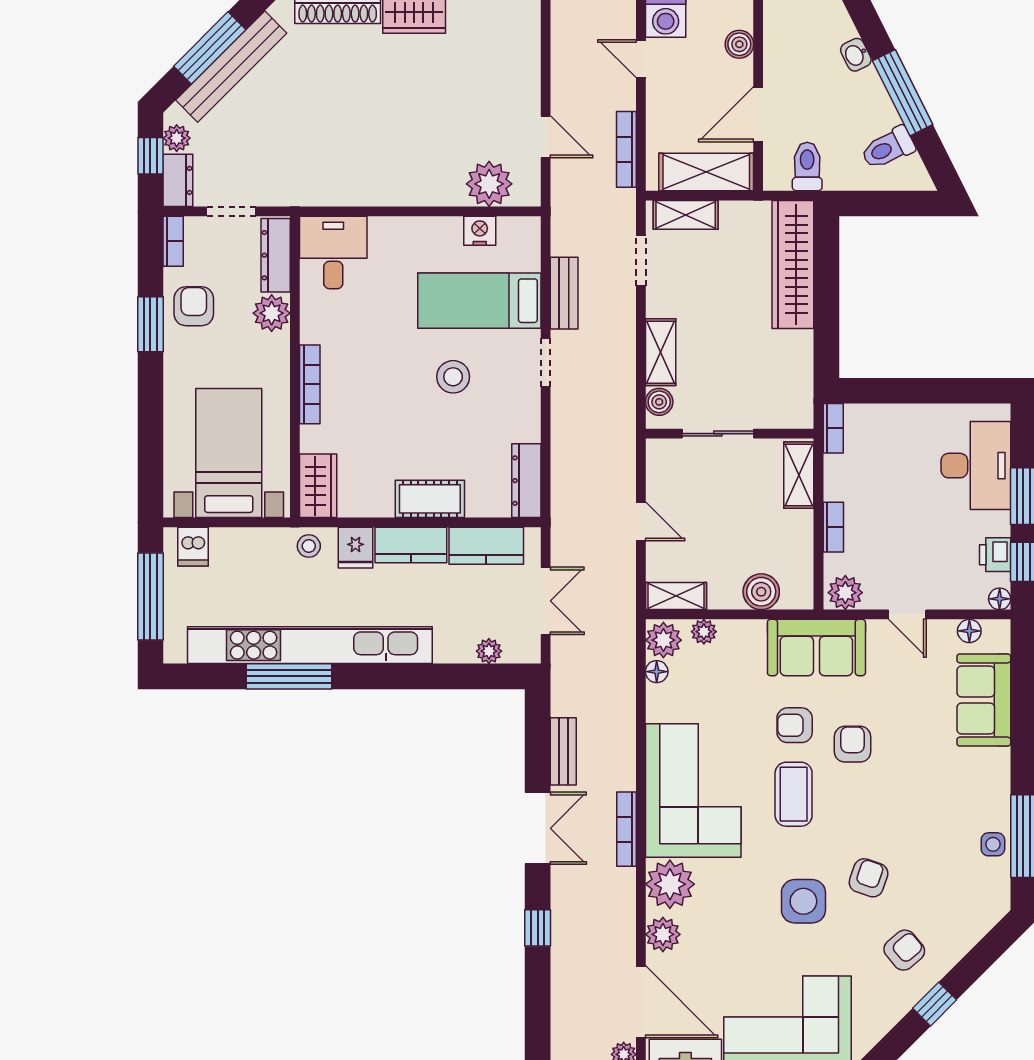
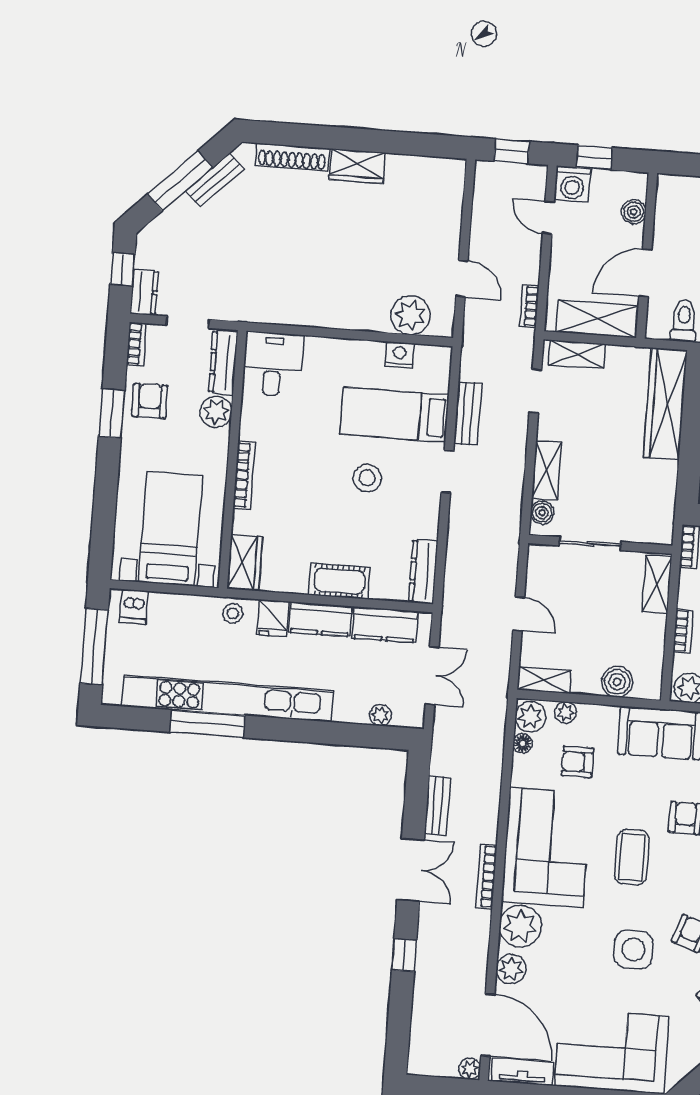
bench: (231, 67) -> (215, 180), width x0.54, depth x0.82
plant: (177, 138) -> (146, 256), removed
bookcase: (626, 149) -> (529, 306), width x0.64
armchair: (795, 725) -> (578, 762), moved

